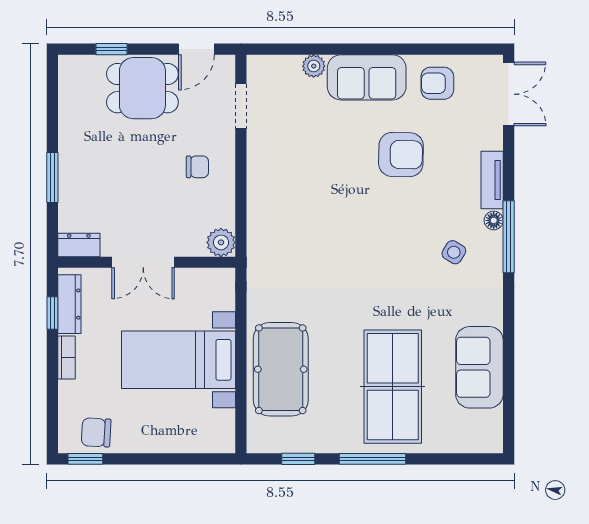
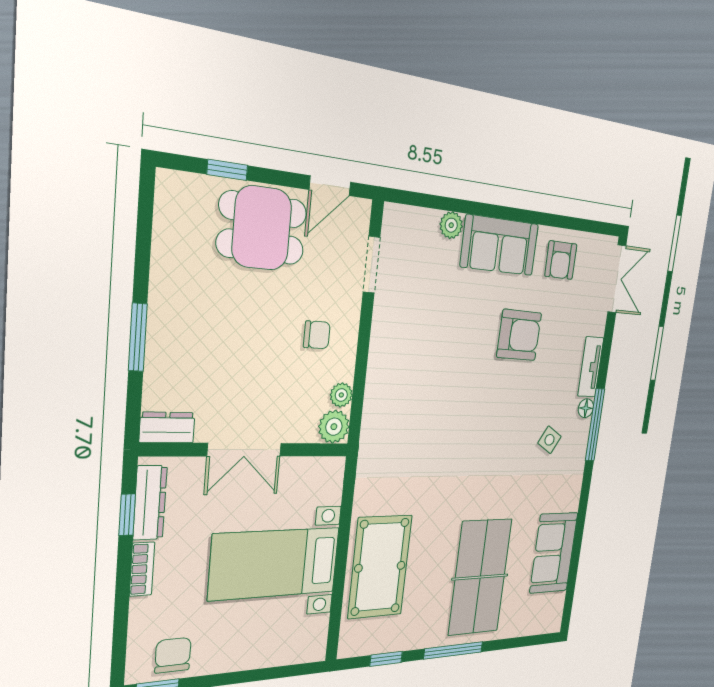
armchair: (437, 83) -> (561, 260), turned -90
plant: (225, 215) -> (341, 395), added
chair: (96, 432) -> (173, 655), turned 87

